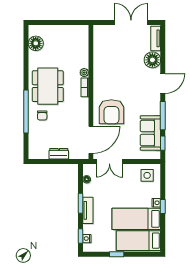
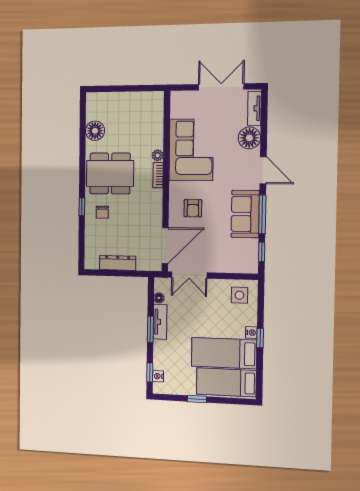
floor lamp: (36, 43) -> (95, 131), moved
corner sofa: (110, 69) -> (191, 150), added
door: (163, 83) -> (263, 170), hinge flipped
dining table: (48, 86) -> (110, 173), turned 90
window: (26, 112) -> (82, 207), width x0.32
armchair: (111, 112) -> (193, 208), width x0.53, depth x0.53
sofa: (150, 133) -> (245, 214), moved
dresser: (59, 154) -> (118, 263), width x1.44
tv unit: (88, 210) -> (160, 322), moved

